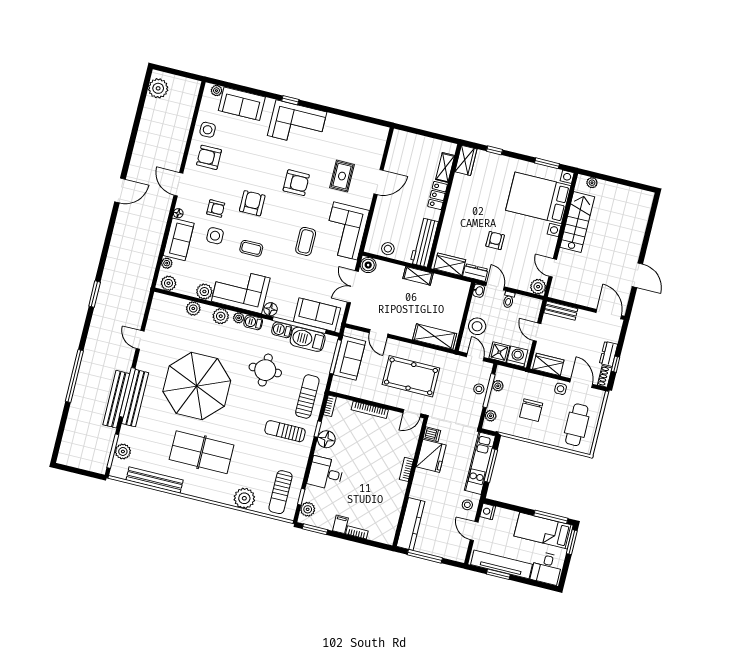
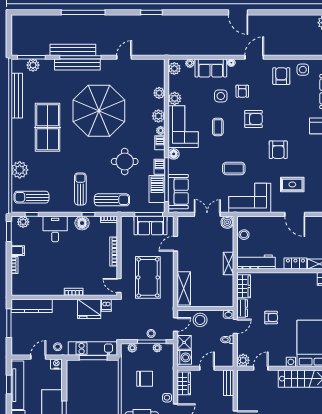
chair: (531, 410) -> (145, 379), turned 180

